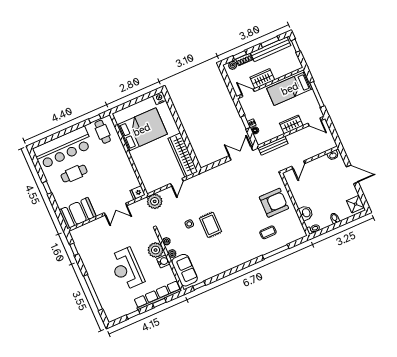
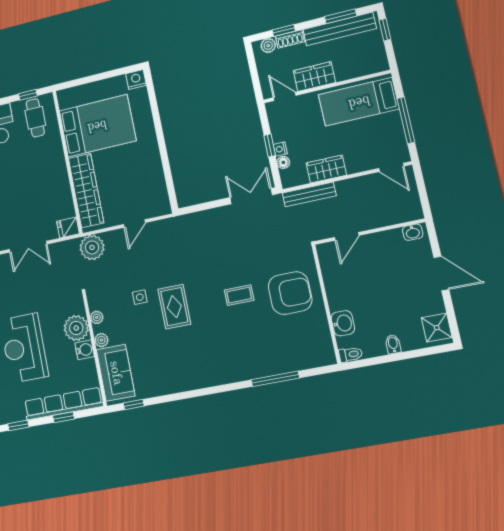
wardrobe: (291, 124) -> (326, 169), moved
wardrobe: (183, 155) -> (86, 191), moved, turned 180
coffee table: (268, 232) -> (239, 295), moved

